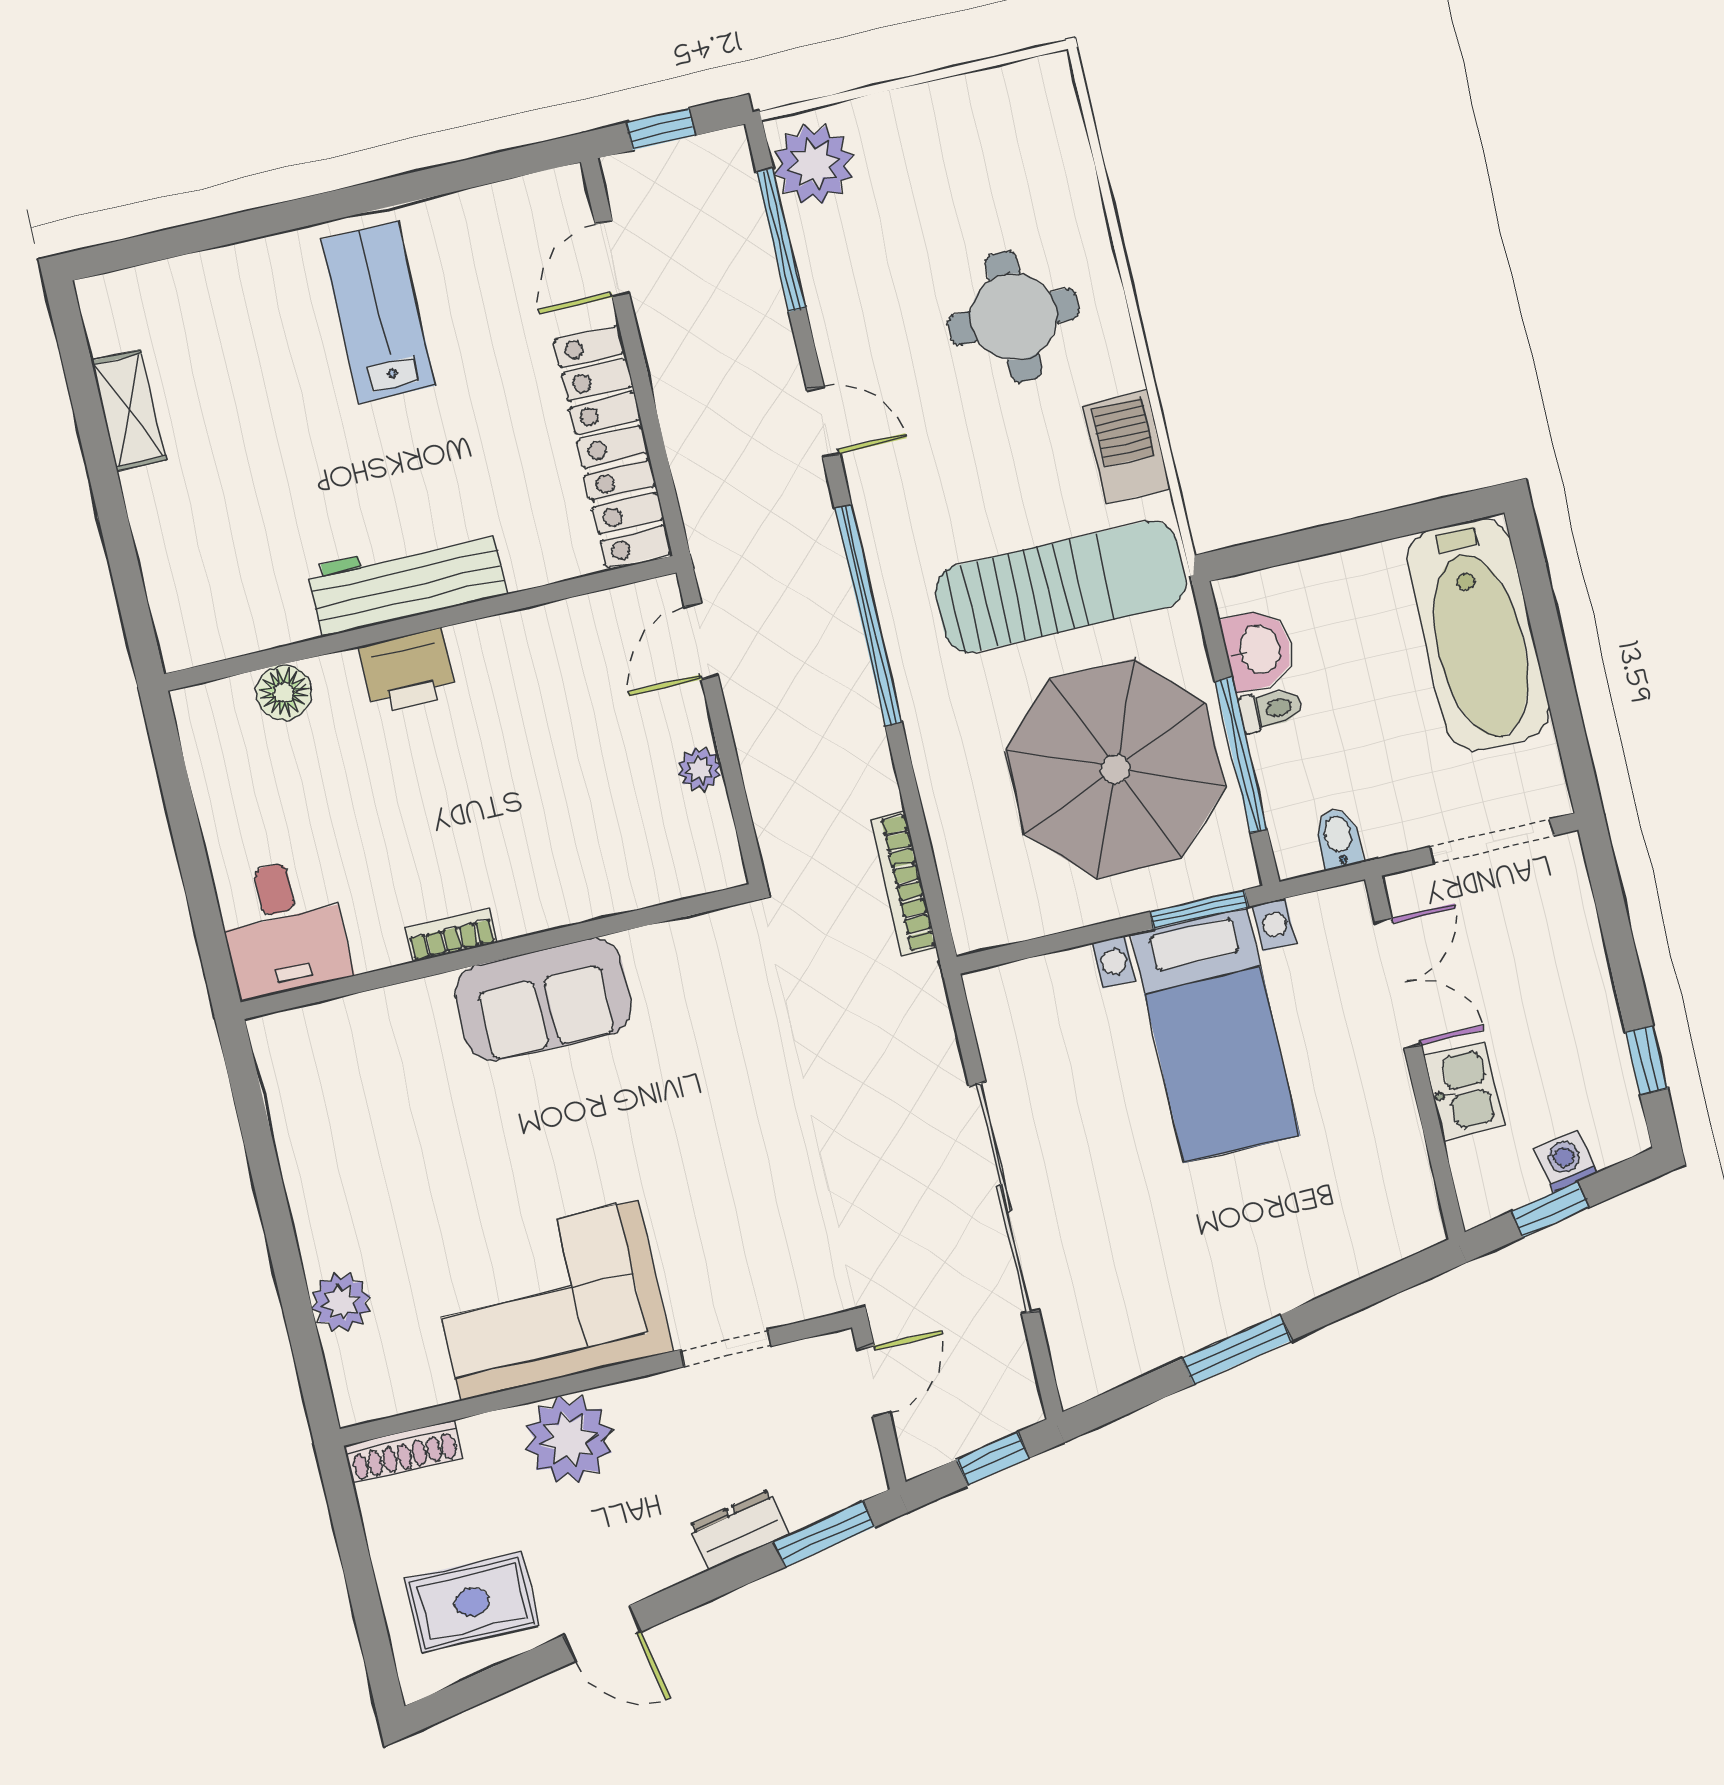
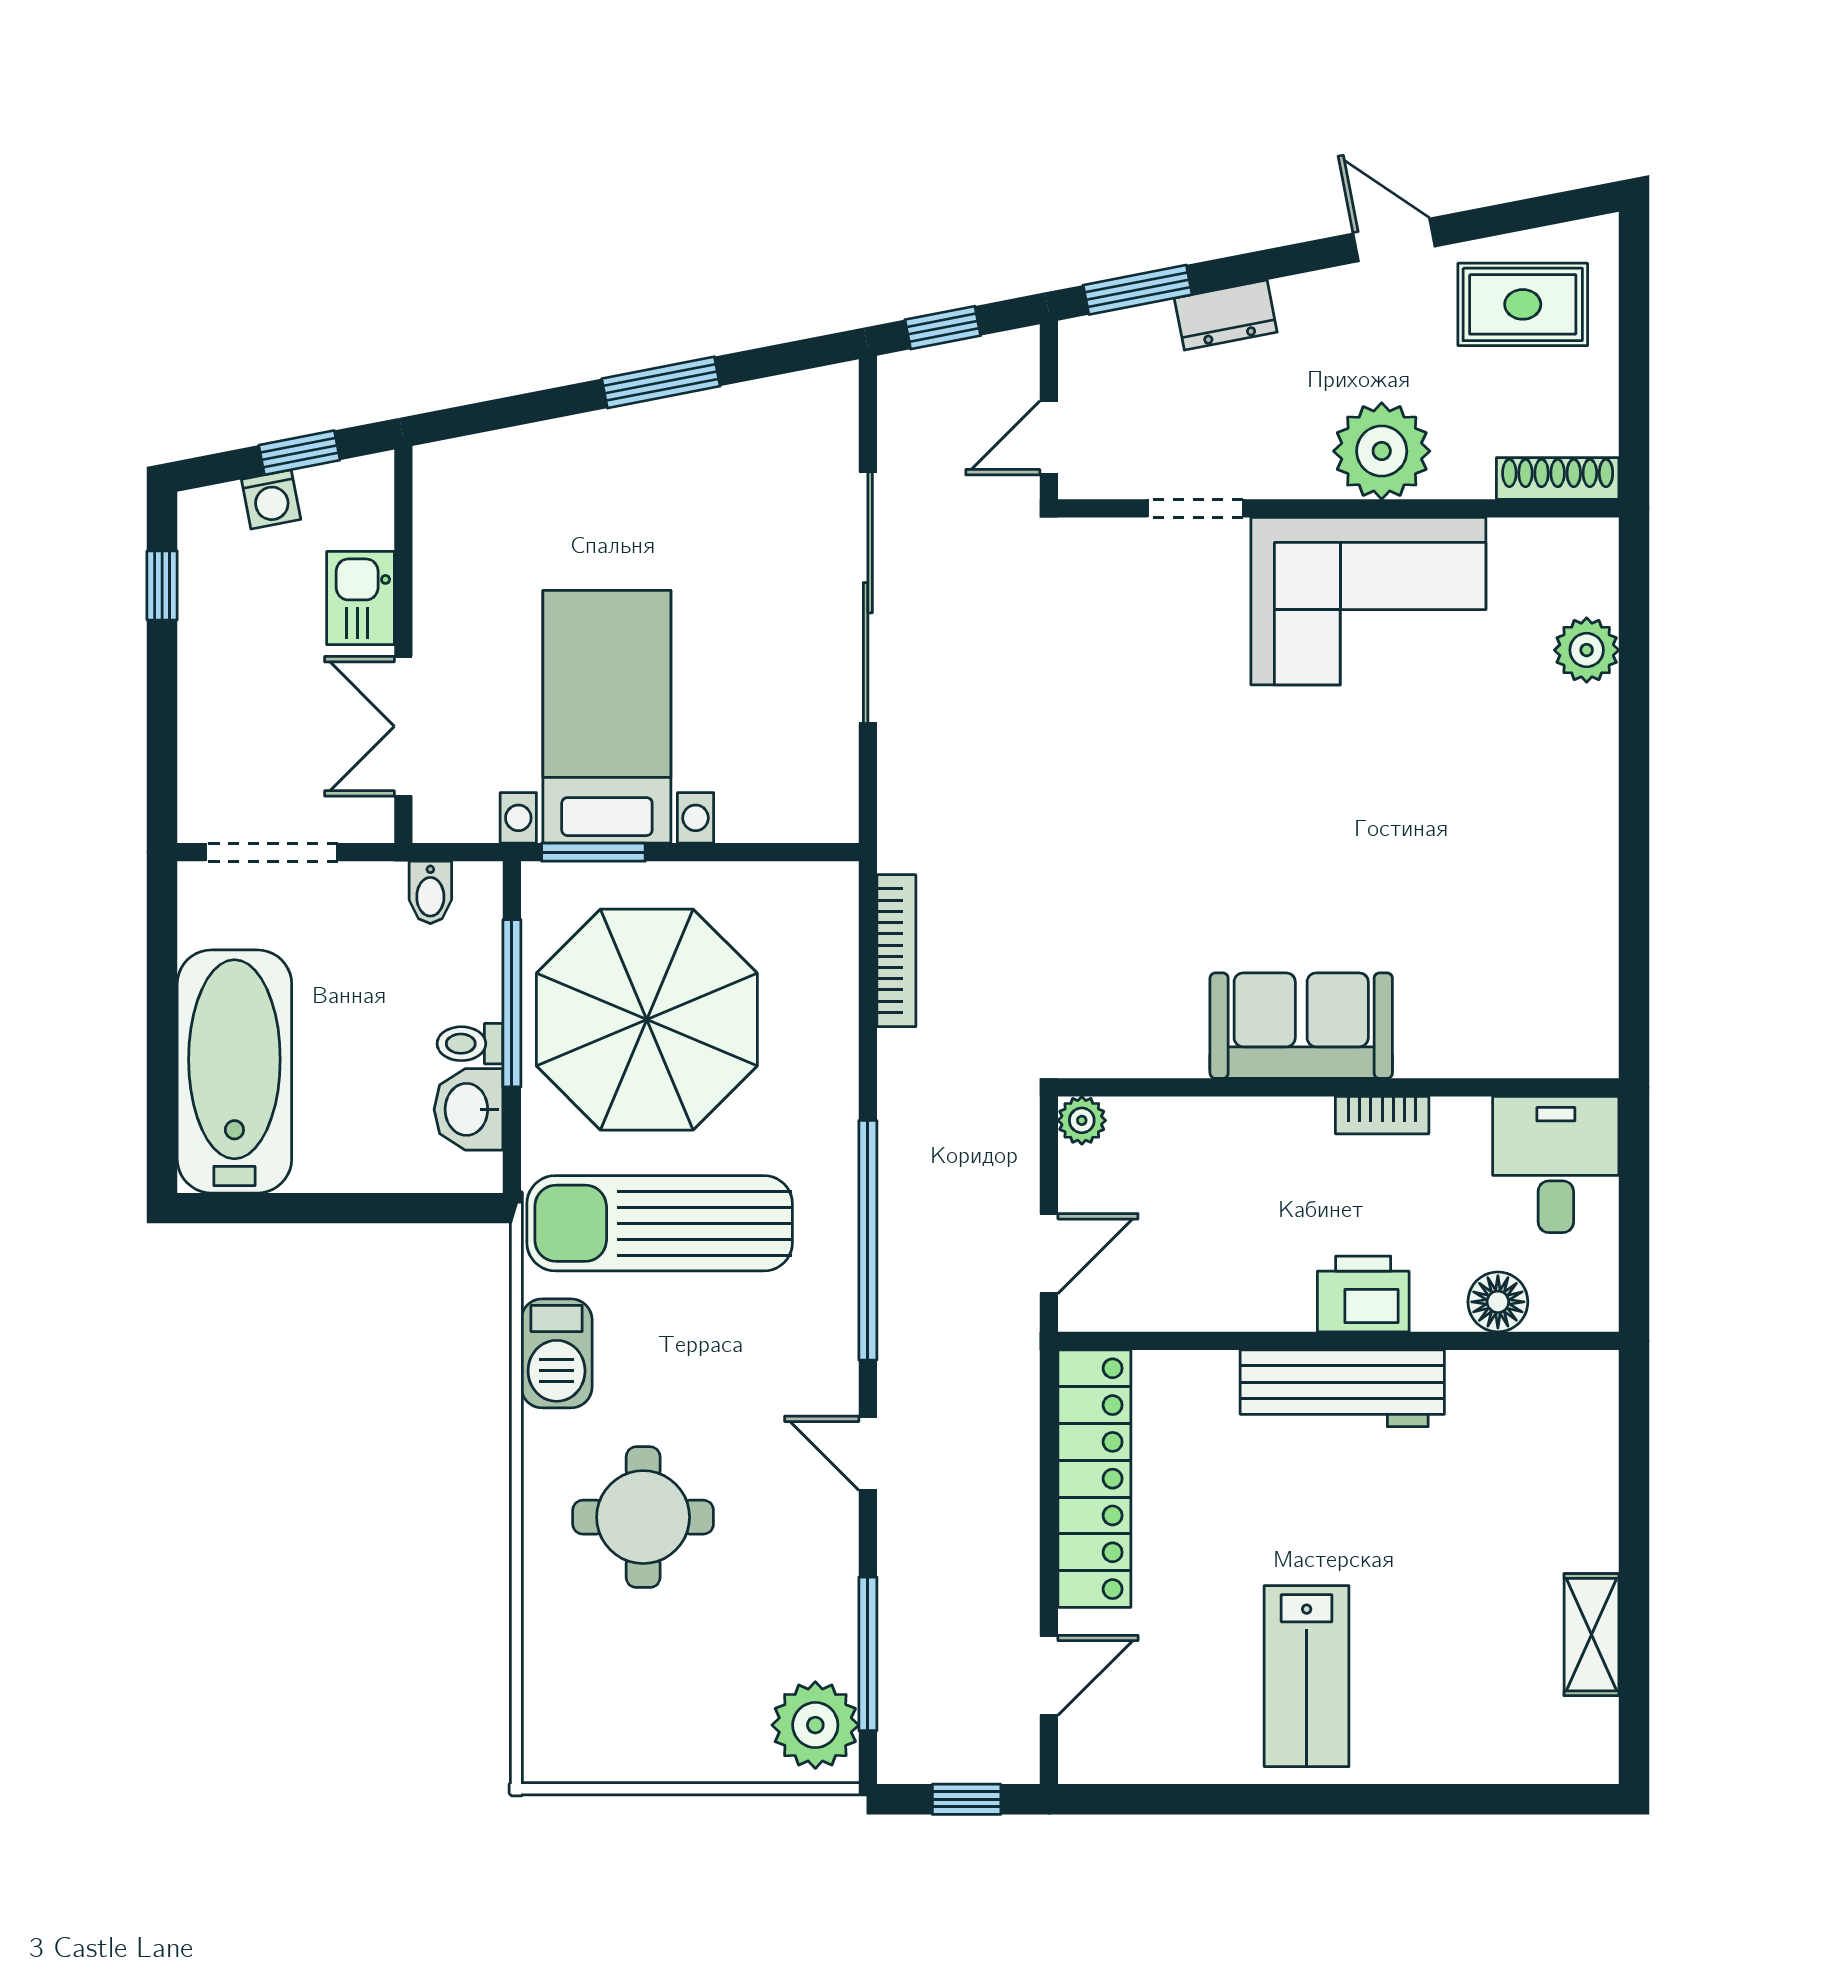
desk: (283, 928) -> (1556, 1165), moved
bookcase: (451, 936) -> (1382, 1115), moved
wall: (497, 952) -> (1338, 1087), moved
sofa: (544, 1000) -> (1301, 1026), moved

